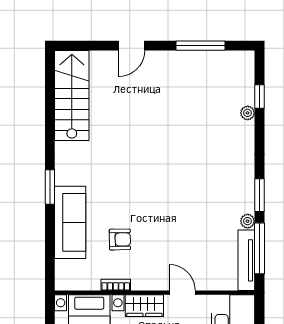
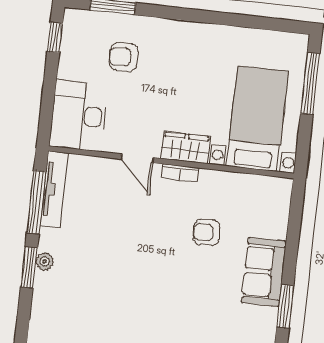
plant: (248, 221) -> (45, 262), moved
sofa: (70, 222) -> (264, 272), width x0.73
bookcase: (116, 285) -> (180, 173), moved

